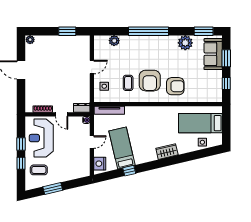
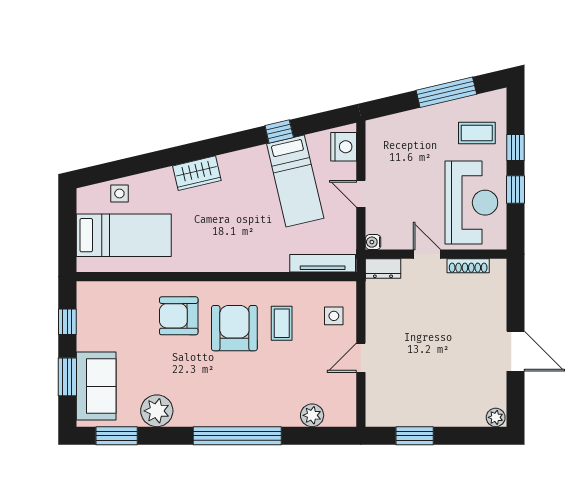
door: (92, 142) -> (361, 194), hinge flipped
window: (53, 189) -> (446, 92), width x1.44

